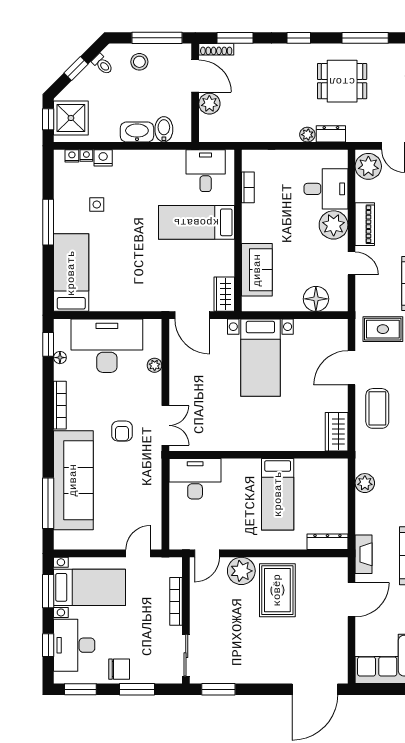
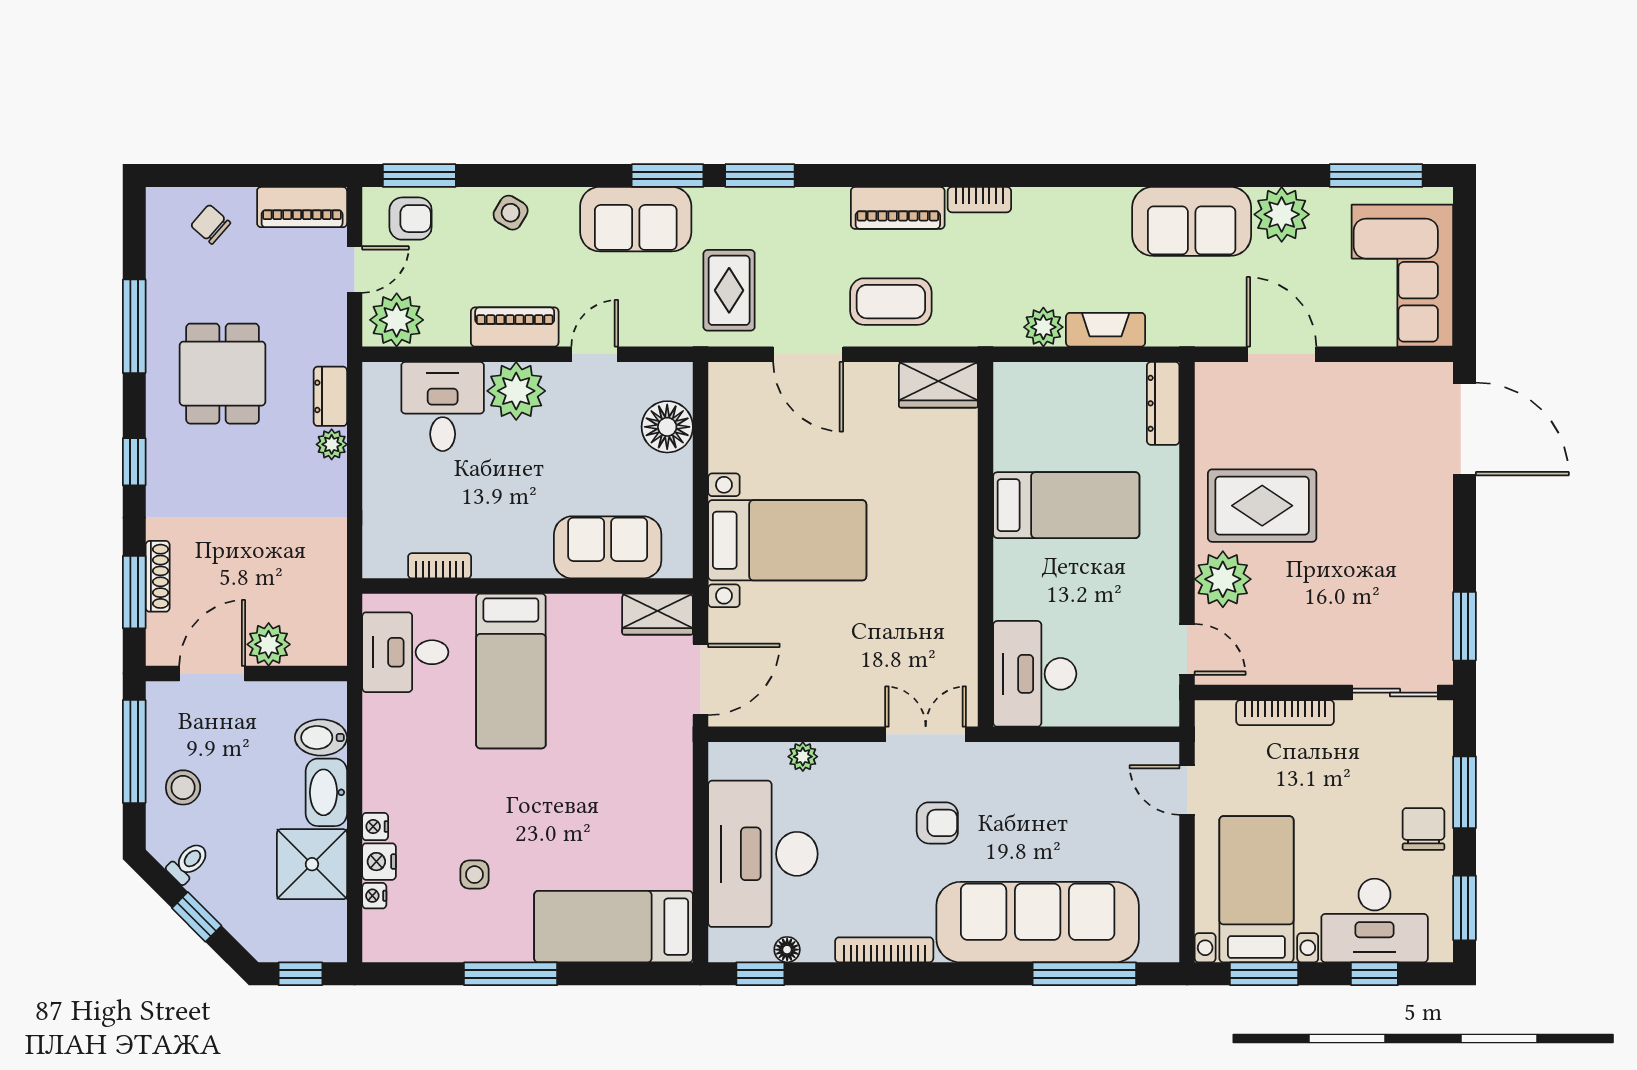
shoe rack: (216, 49) -> (158, 576), moved
shower: (71, 118) -> (312, 864), moved
nightstand: (72, 156) -> (375, 827), moved
fireplace: (364, 554) -> (1106, 330), moved

